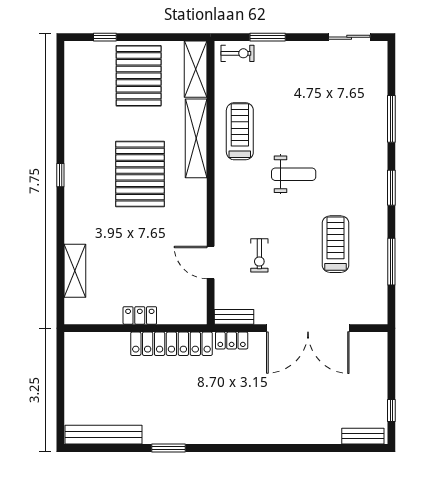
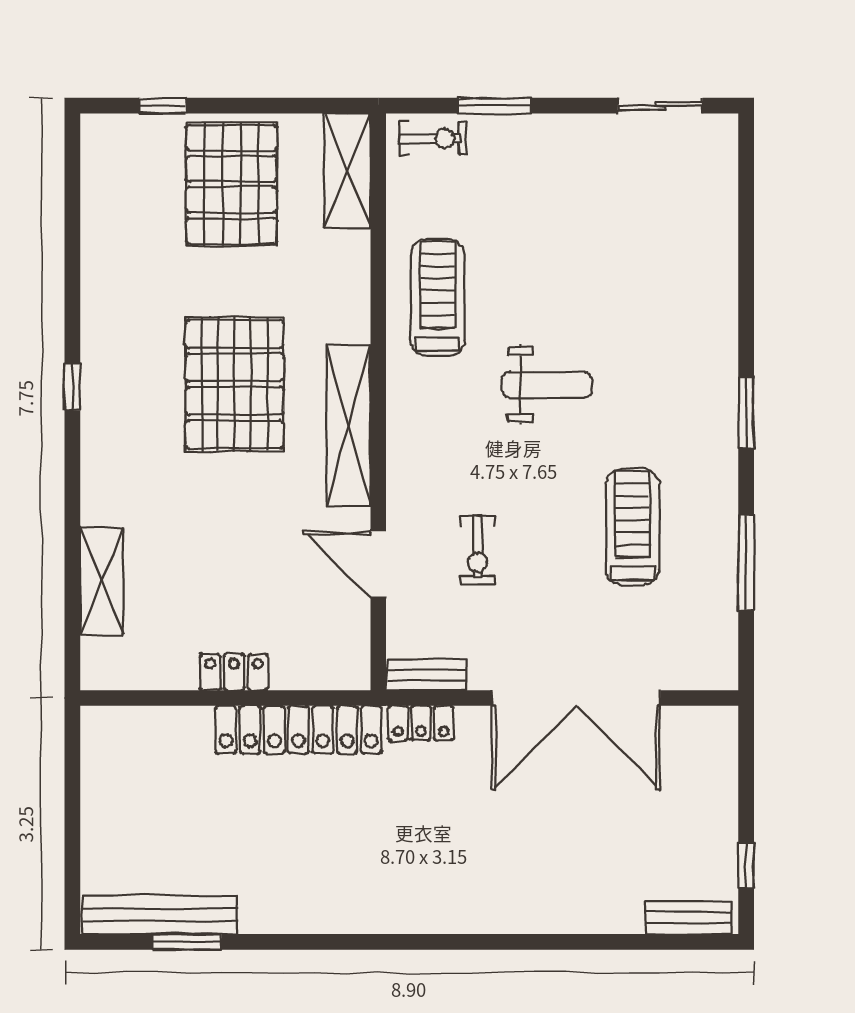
window: (391, 119) -> (746, 272), removed
shelving: (196, 138) -> (349, 426), moved
window: (168, 448) -> (187, 942), moved

